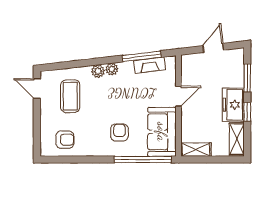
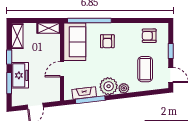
plant: (112, 69) -> (109, 86), width x1.88, depth x1.88
freezer: (233, 105) -> (20, 75), moved
window: (37, 120) -> (171, 51), added

